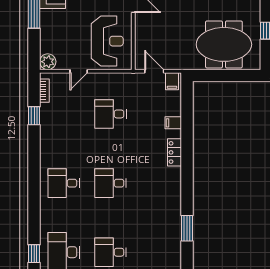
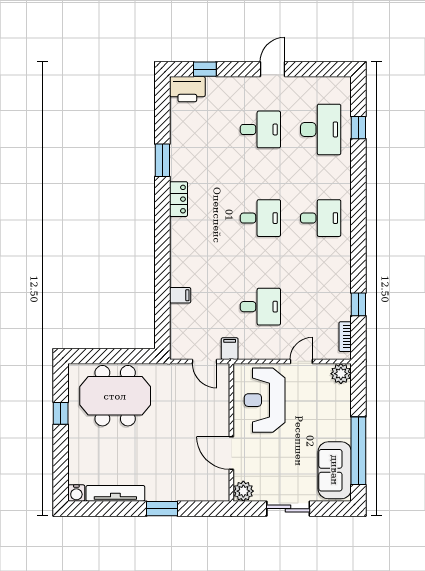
filing cabinet: (172, 81) -> (230, 349), moved
locker: (174, 152) -> (179, 199), moved

